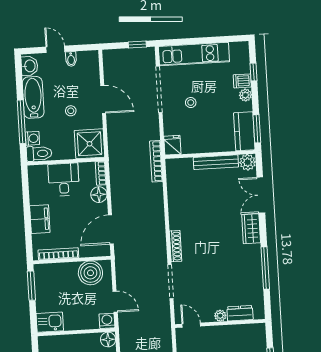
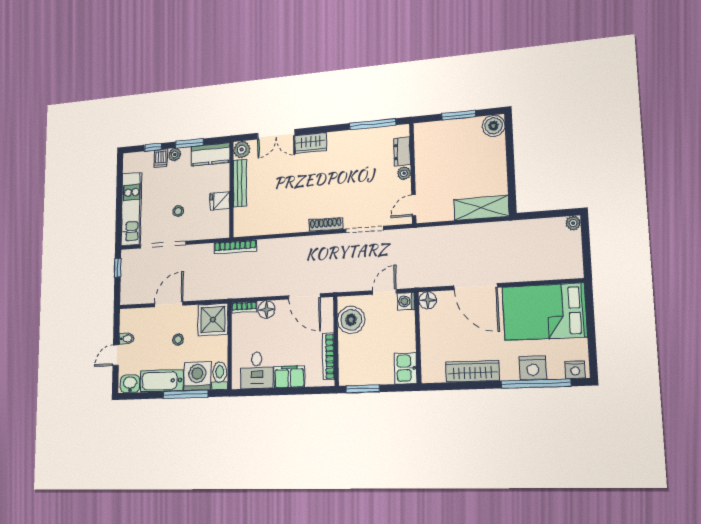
window: (257, 129) -> (189, 143), moved
washing machine: (32, 138) -> (197, 376), width x1.89, depth x1.89
fridge: (172, 145) -> (220, 201), moved
desk: (64, 180) -> (257, 370), moved, turned -90
window: (265, 268) -> (373, 124), moved

